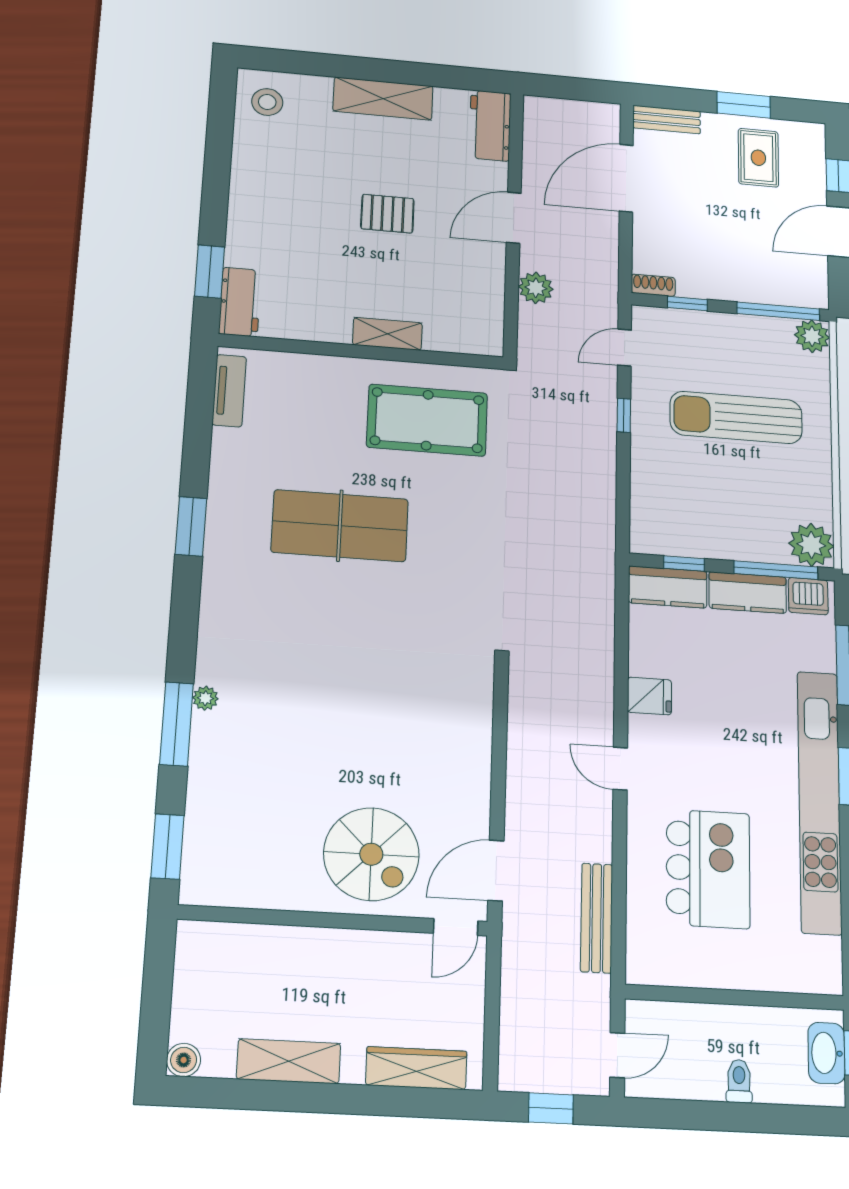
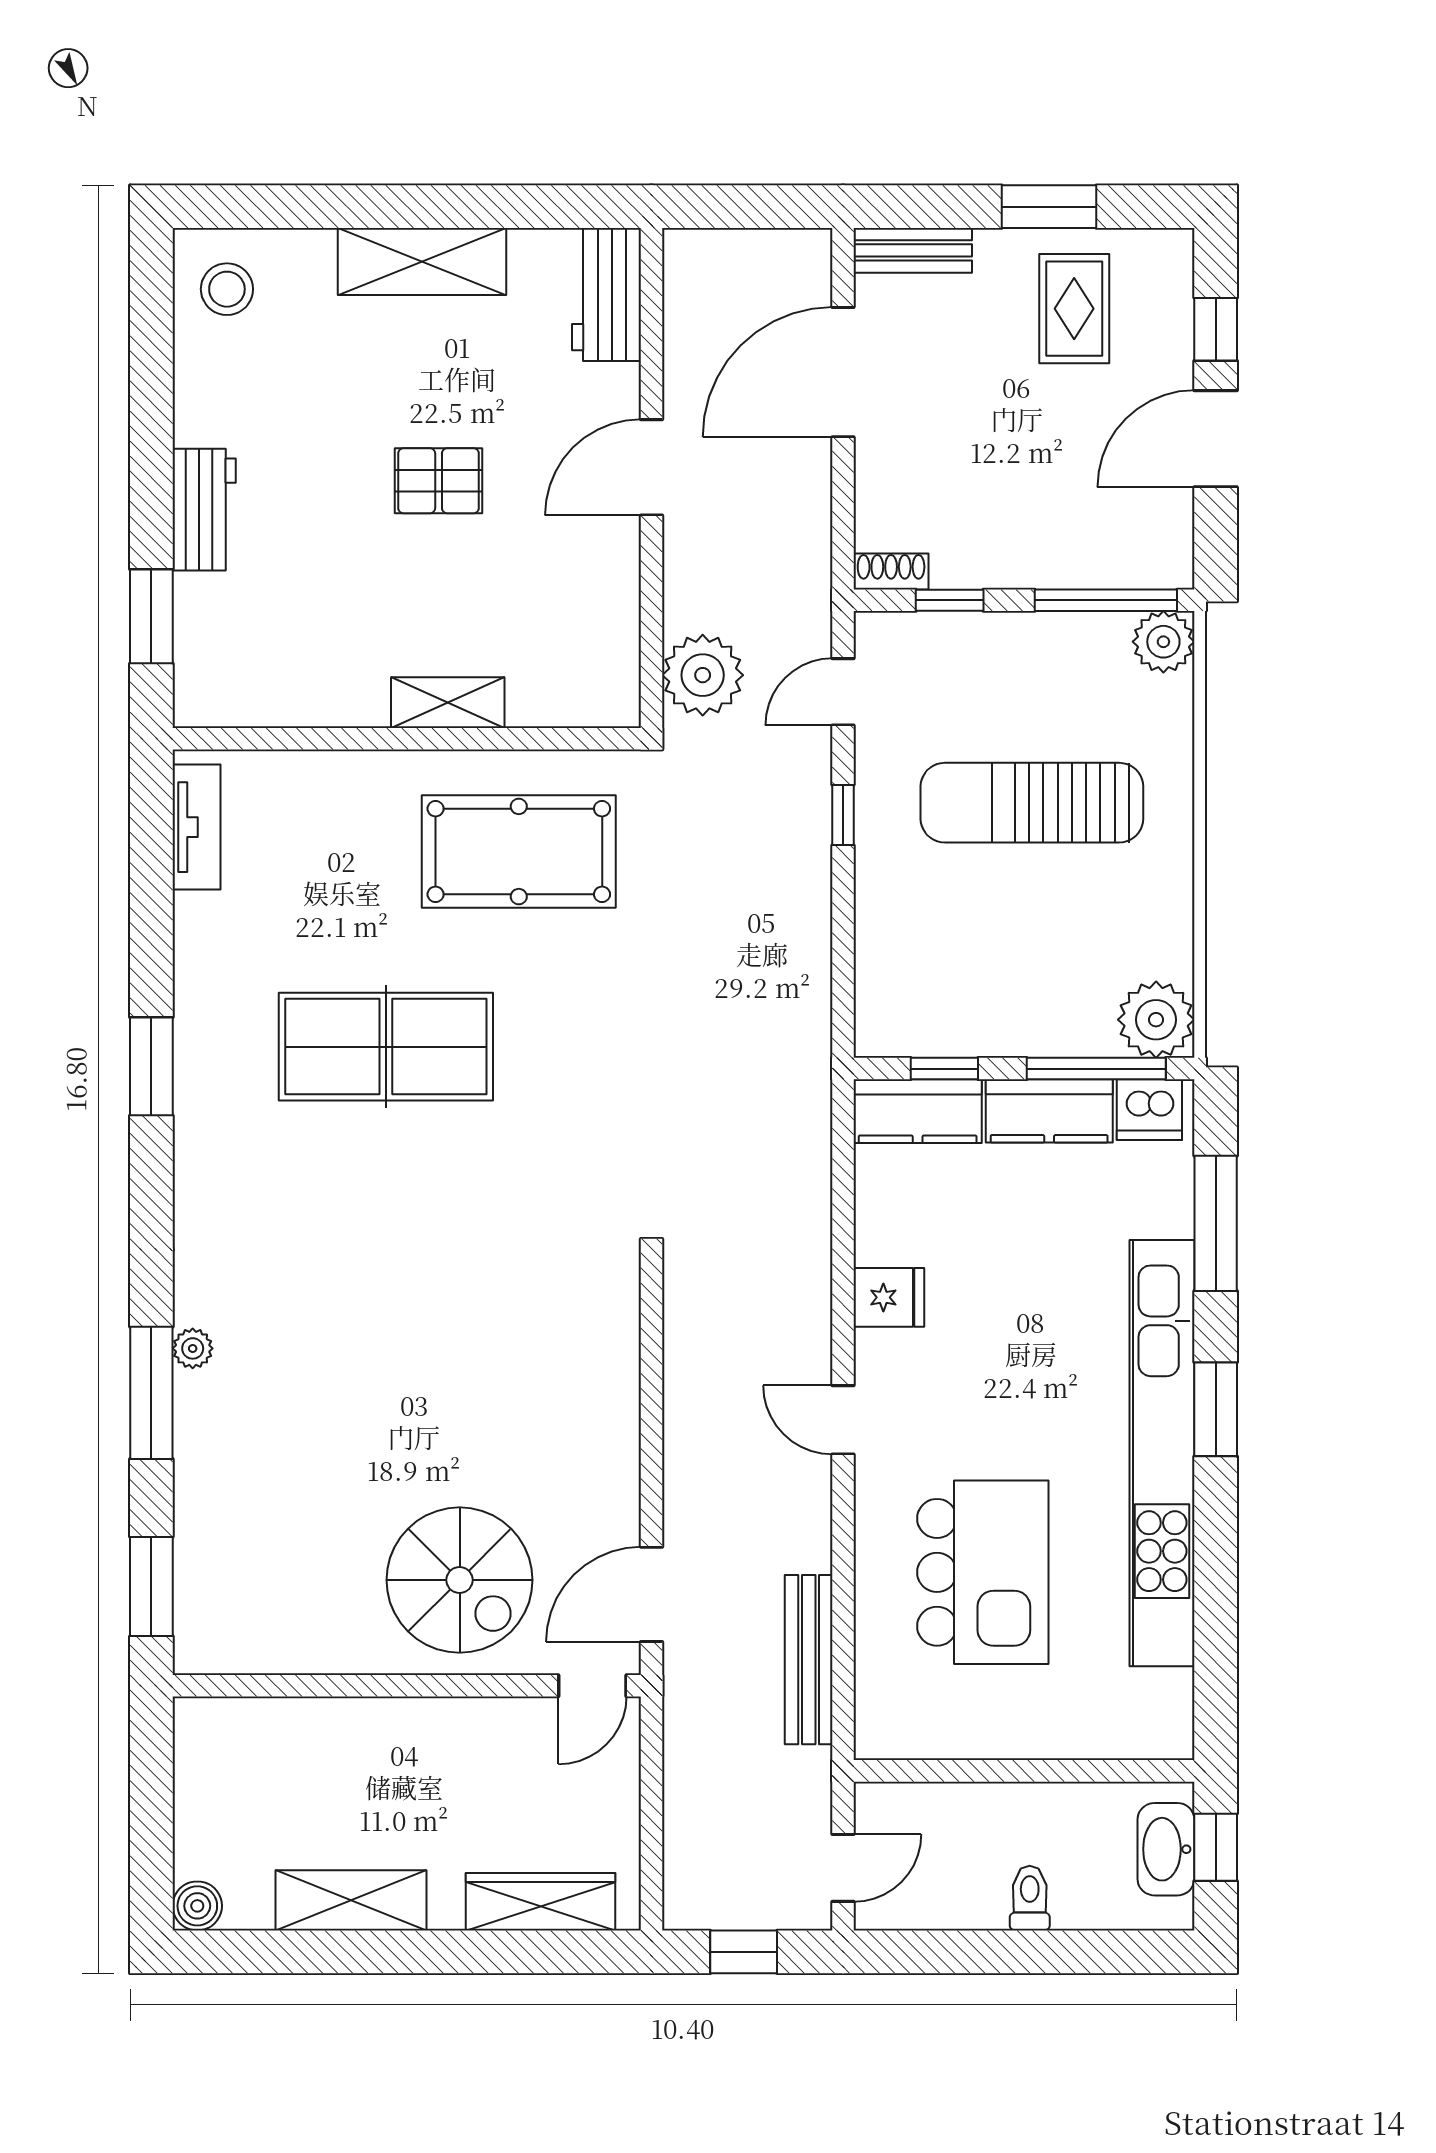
plant: (536, 288) -> (703, 675), moved, width x1.36, depth x1.36
workbench: (240, 302) -> (204, 510), moved

